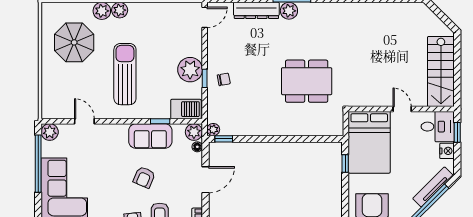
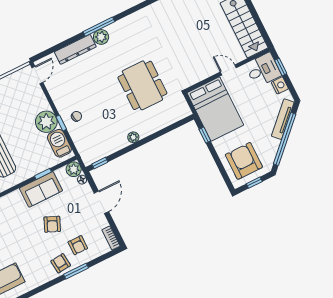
dining table: (307, 81) -> (142, 85), turned 90
barbecue: (186, 109) -> (59, 143), moved, turned -90
plant: (213, 130) -> (133, 137), moved

